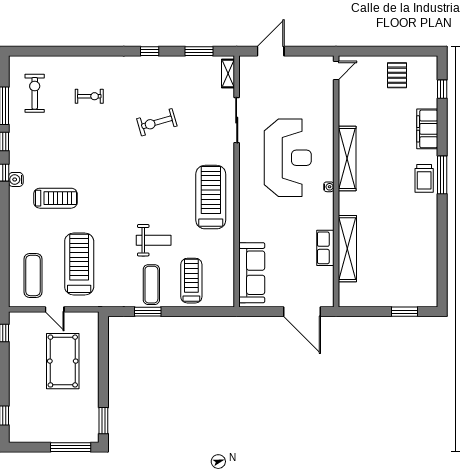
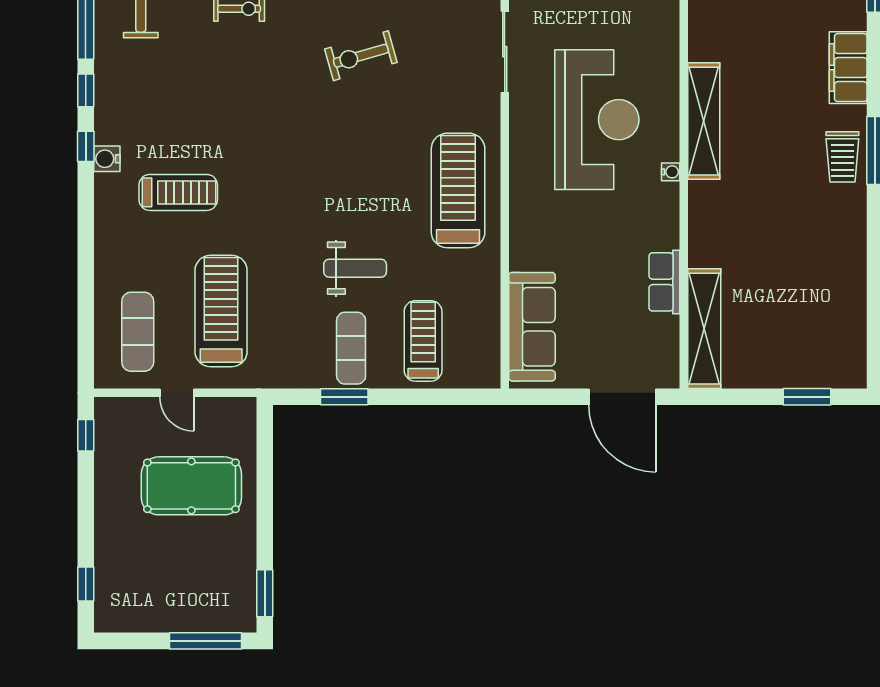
shelving: (347, 249) -> (704, 329), moved
pool table: (63, 361) -> (191, 486), turned 90

